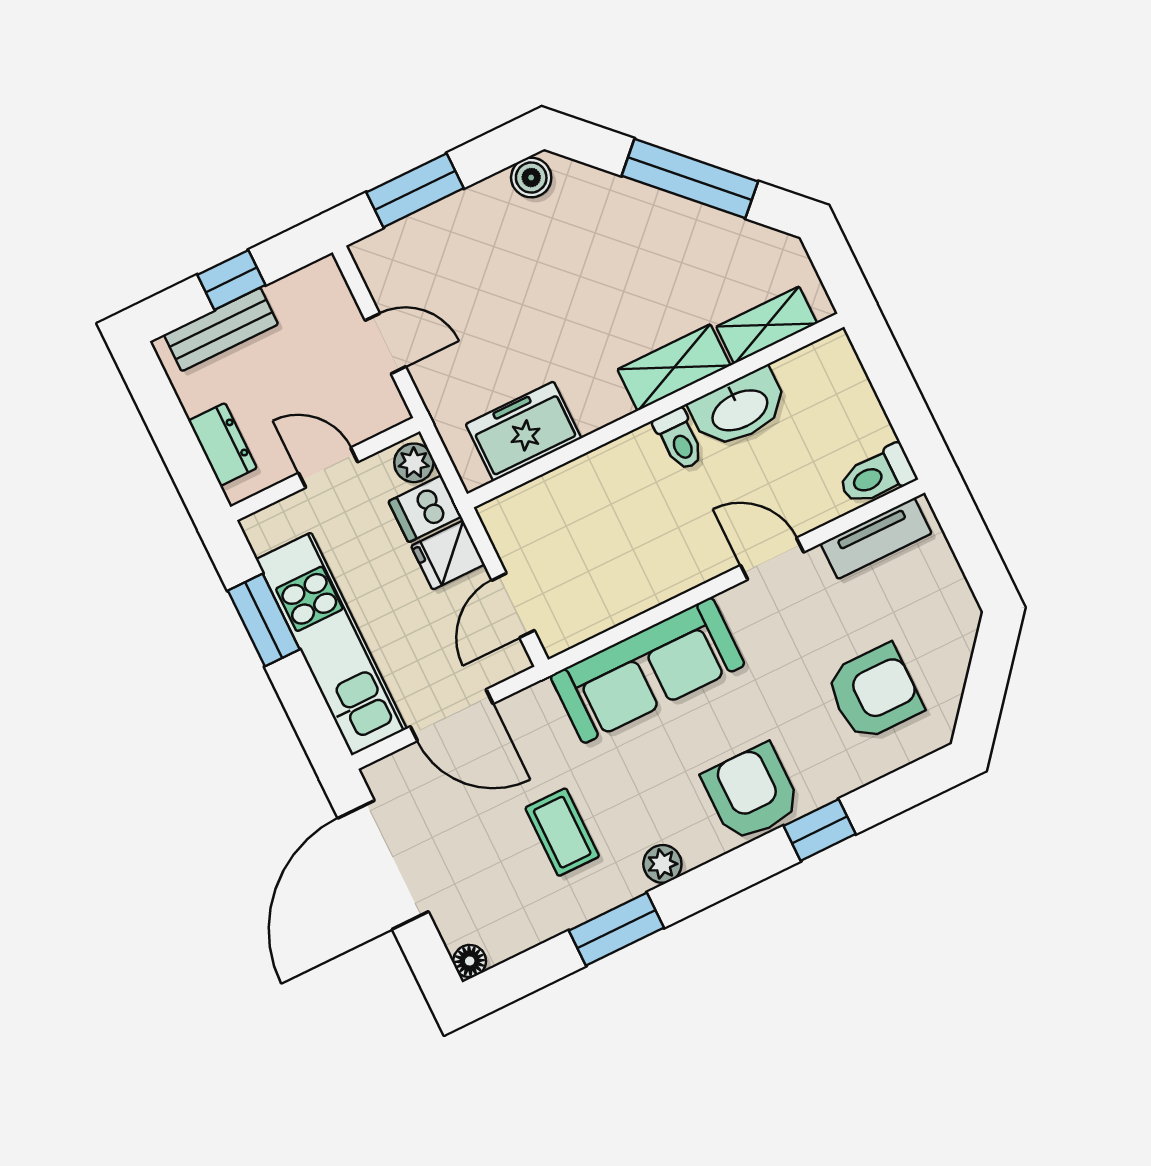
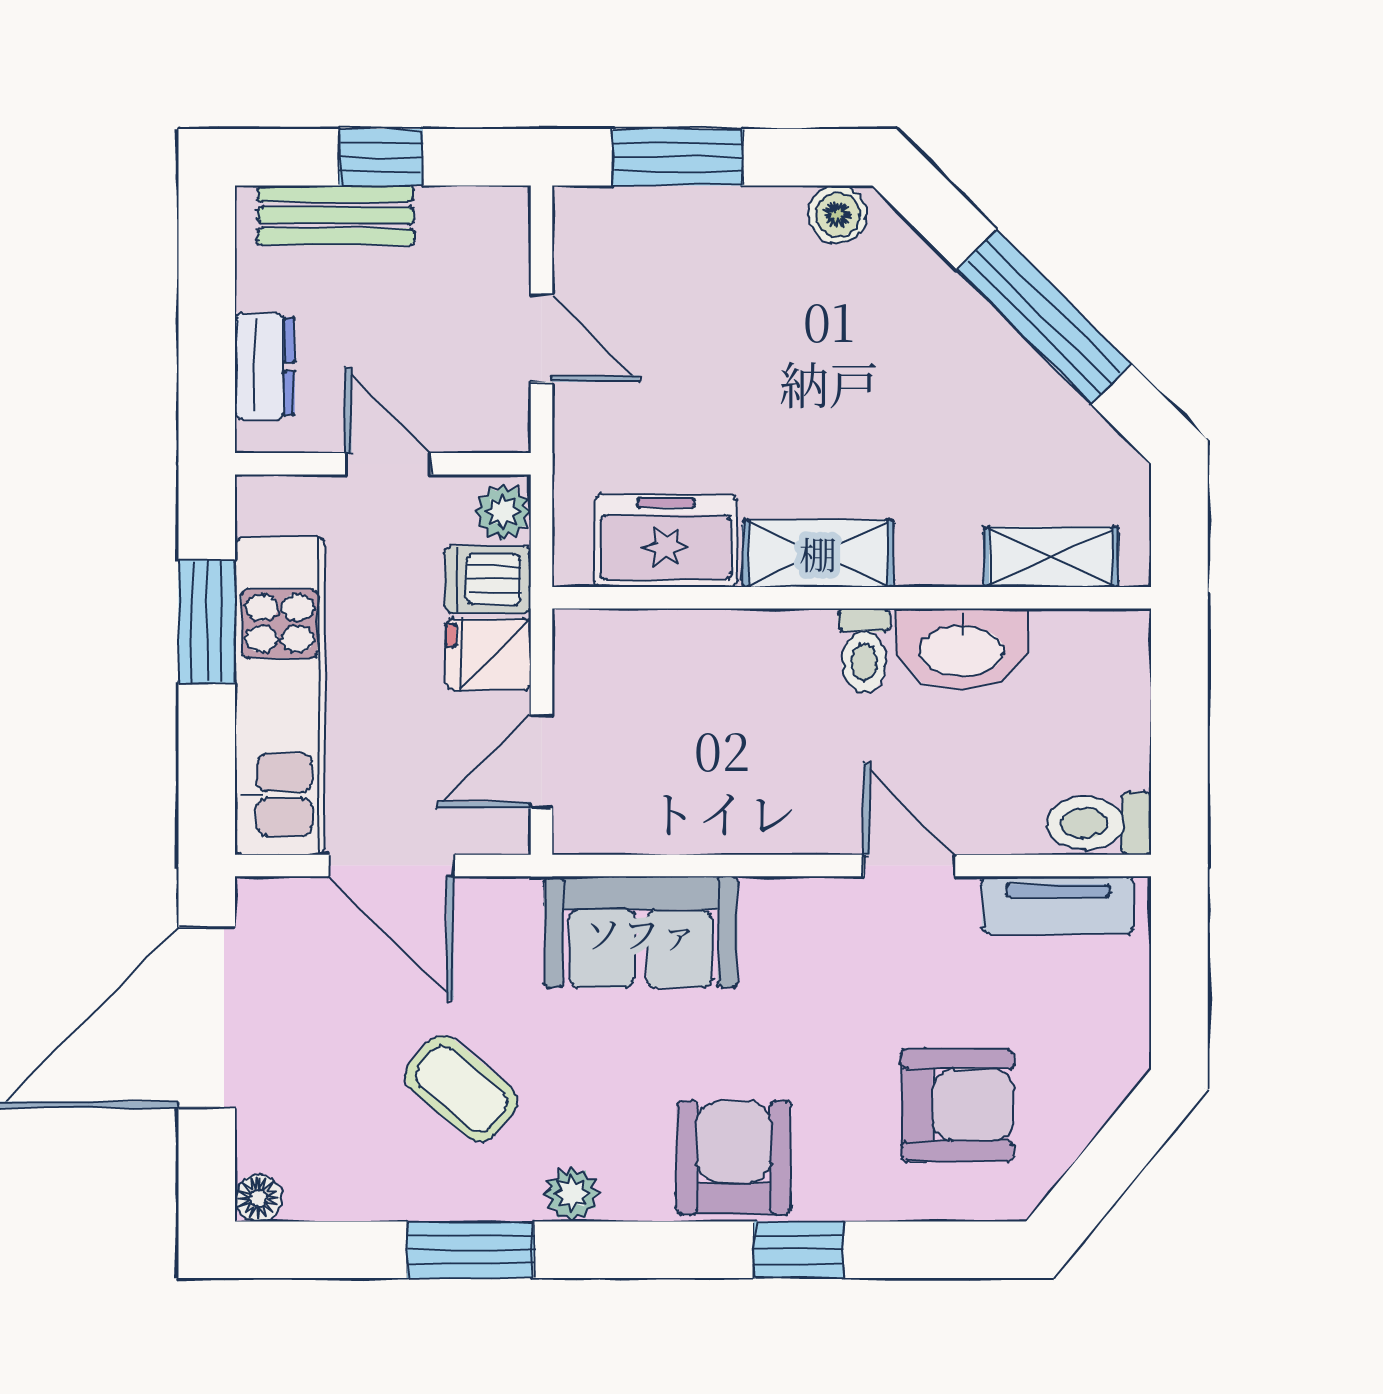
shelving: (674, 367) -> (818, 553), moved
sofa: (648, 670) -> (641, 932), width x0.73
coffee table: (562, 832) -> (461, 1089), turned -50

